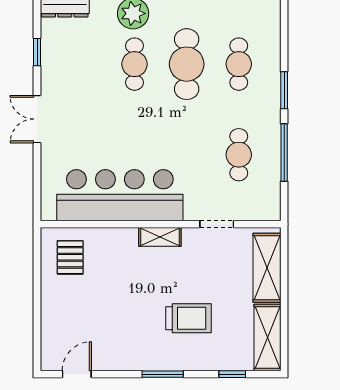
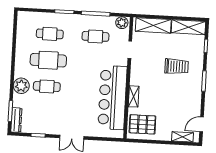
plant: (269, 205) -> (122, 23), added
shelving: (160, 237) -> (134, 96), moved
pallet: (70, 257) -> (142, 124), width x1.50, depth x1.42
trolley: (189, 318) -> (177, 66), turned 90
shelving: (50, 338) -> (183, 137), added
door: (77, 374) -> (202, 124), hinge flipped

